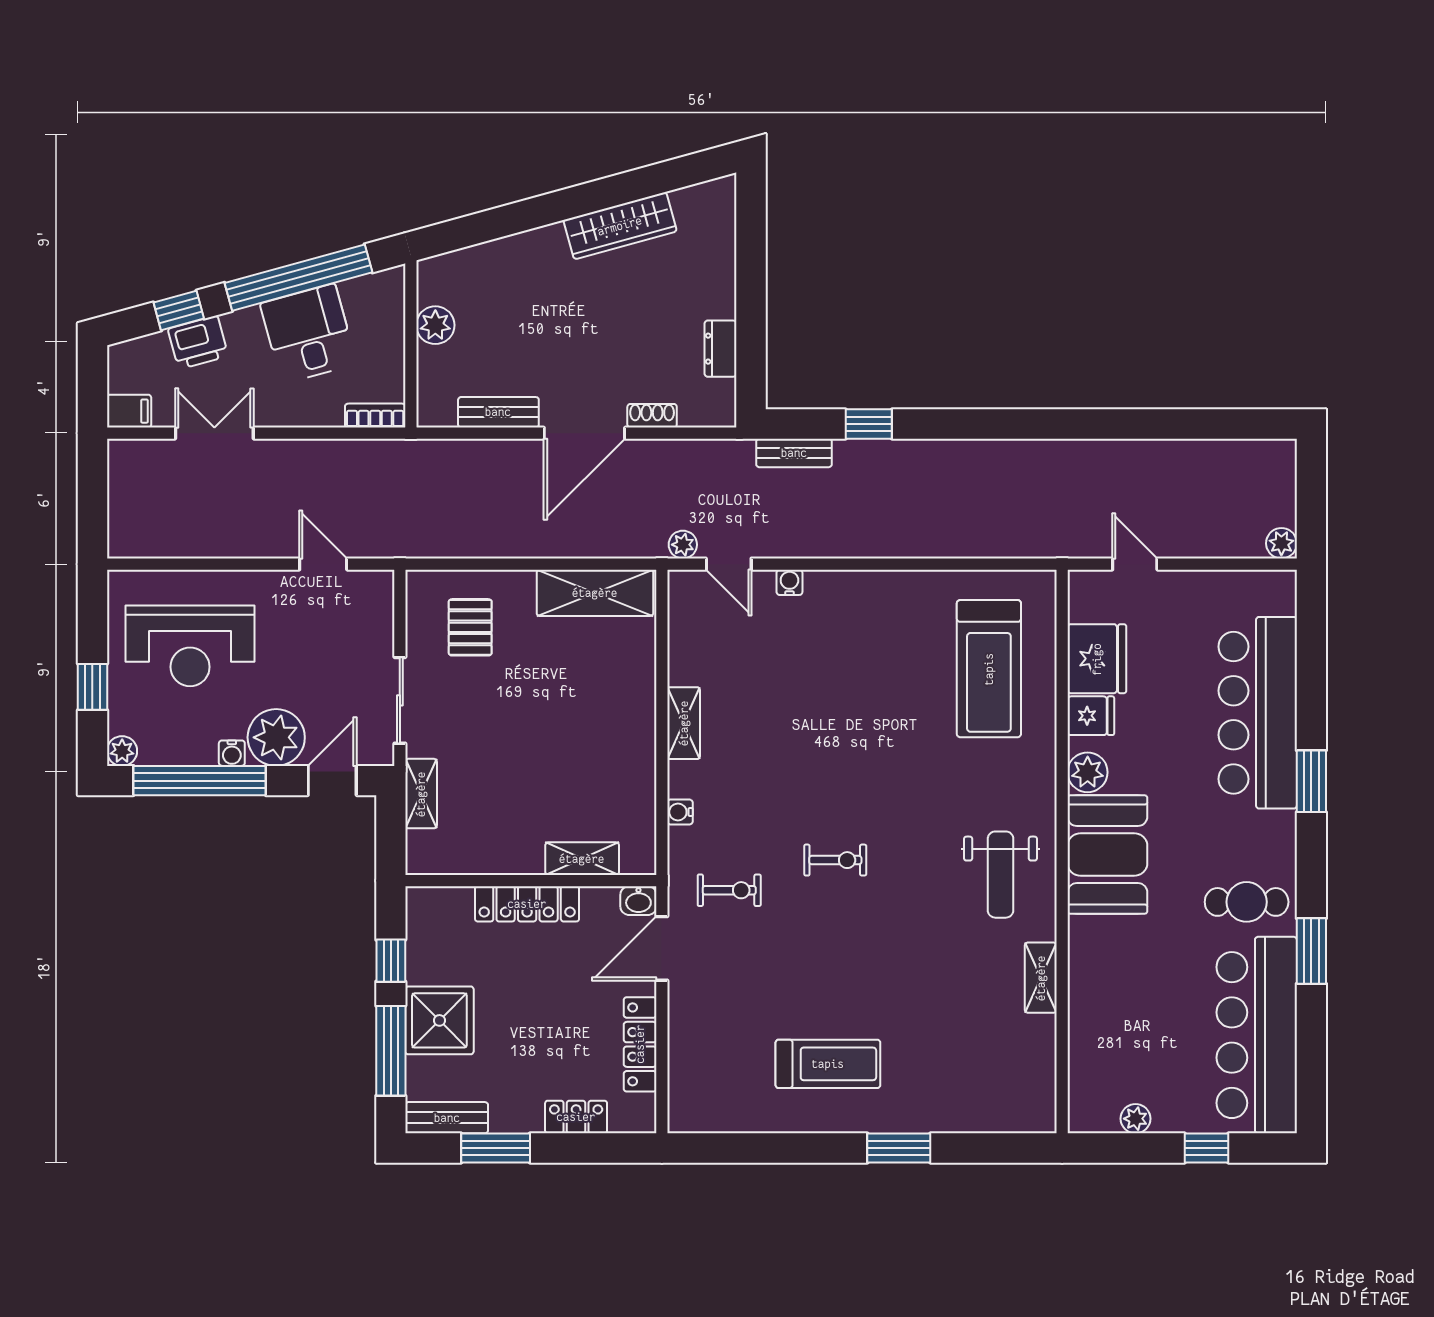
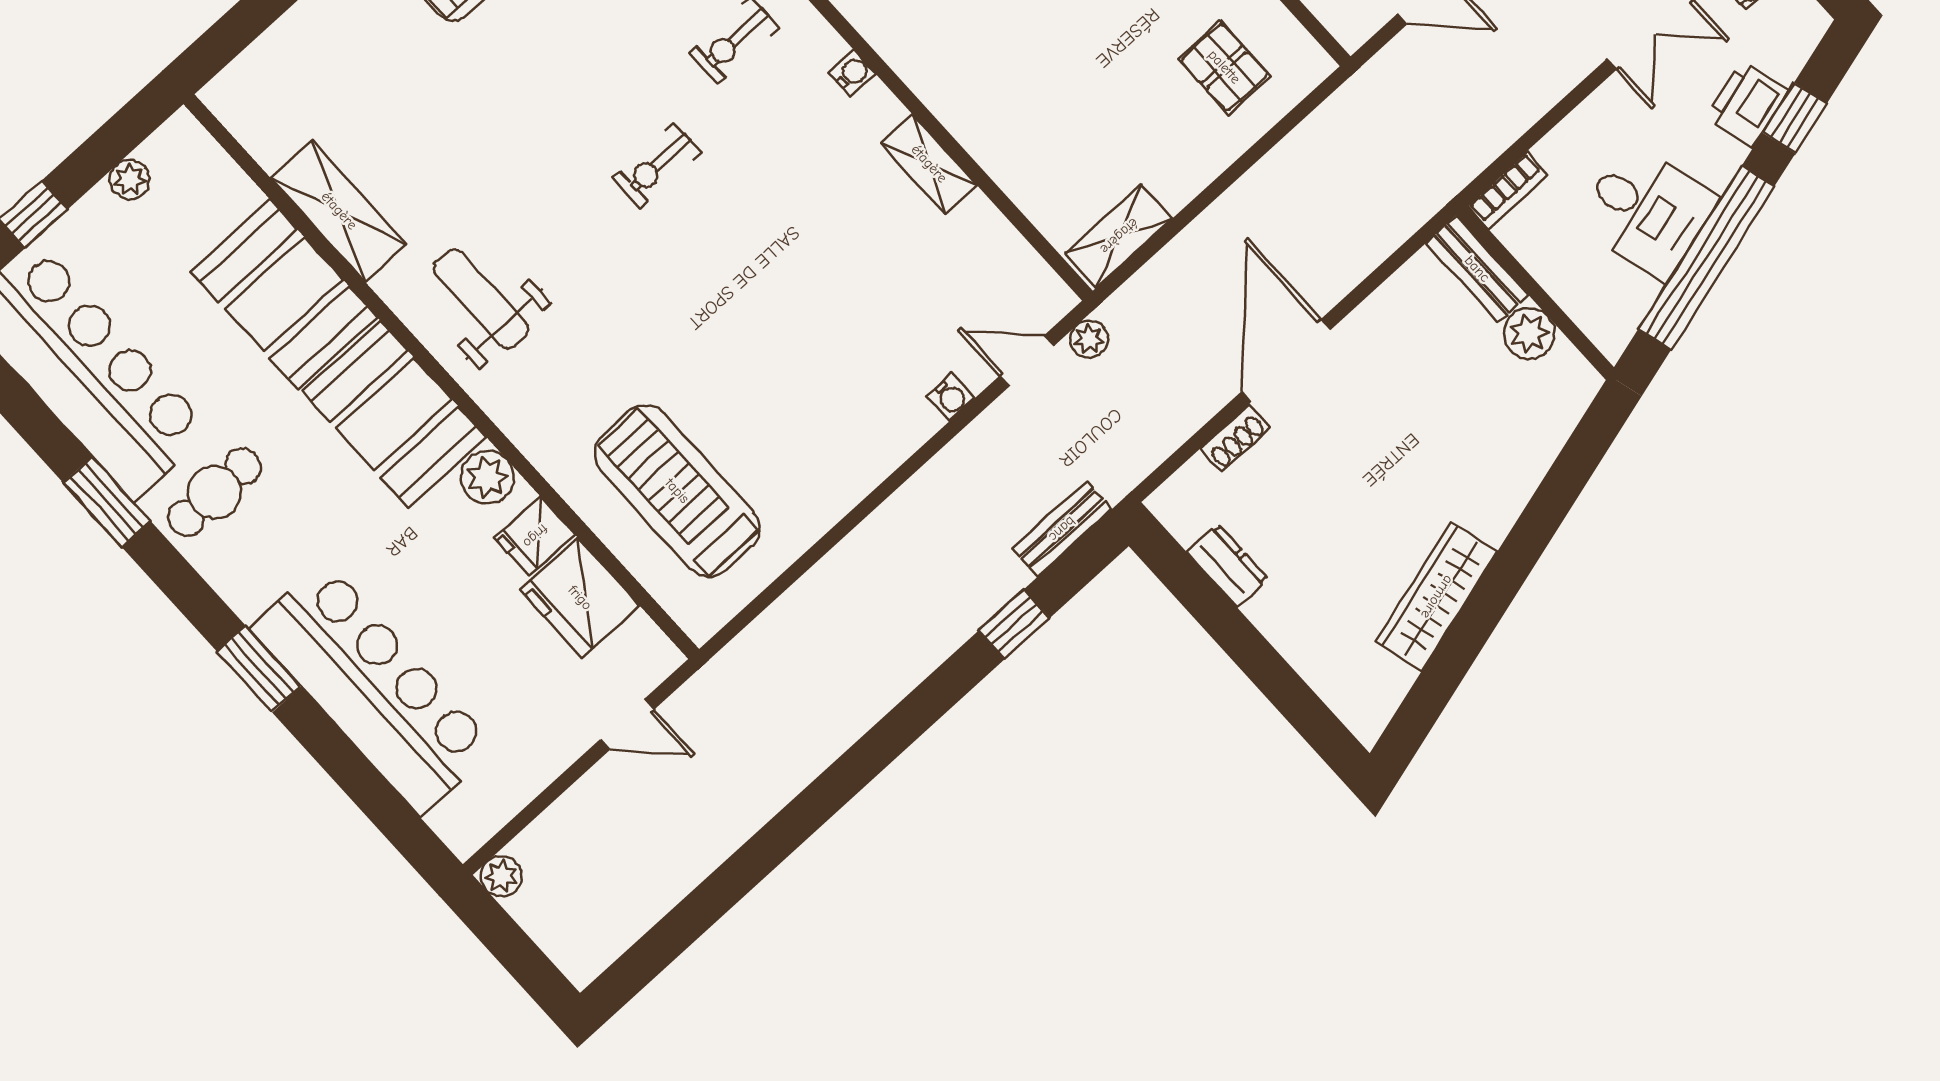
bench: (498, 412) -> (1477, 269), moved, turned 90
shelving: (595, 593) -> (1119, 236), width x0.67, depth x0.75
booth: (1108, 977) -> (284, 294), added
shelving: (1041, 978) -> (339, 211), width x1.50, depth x1.33

